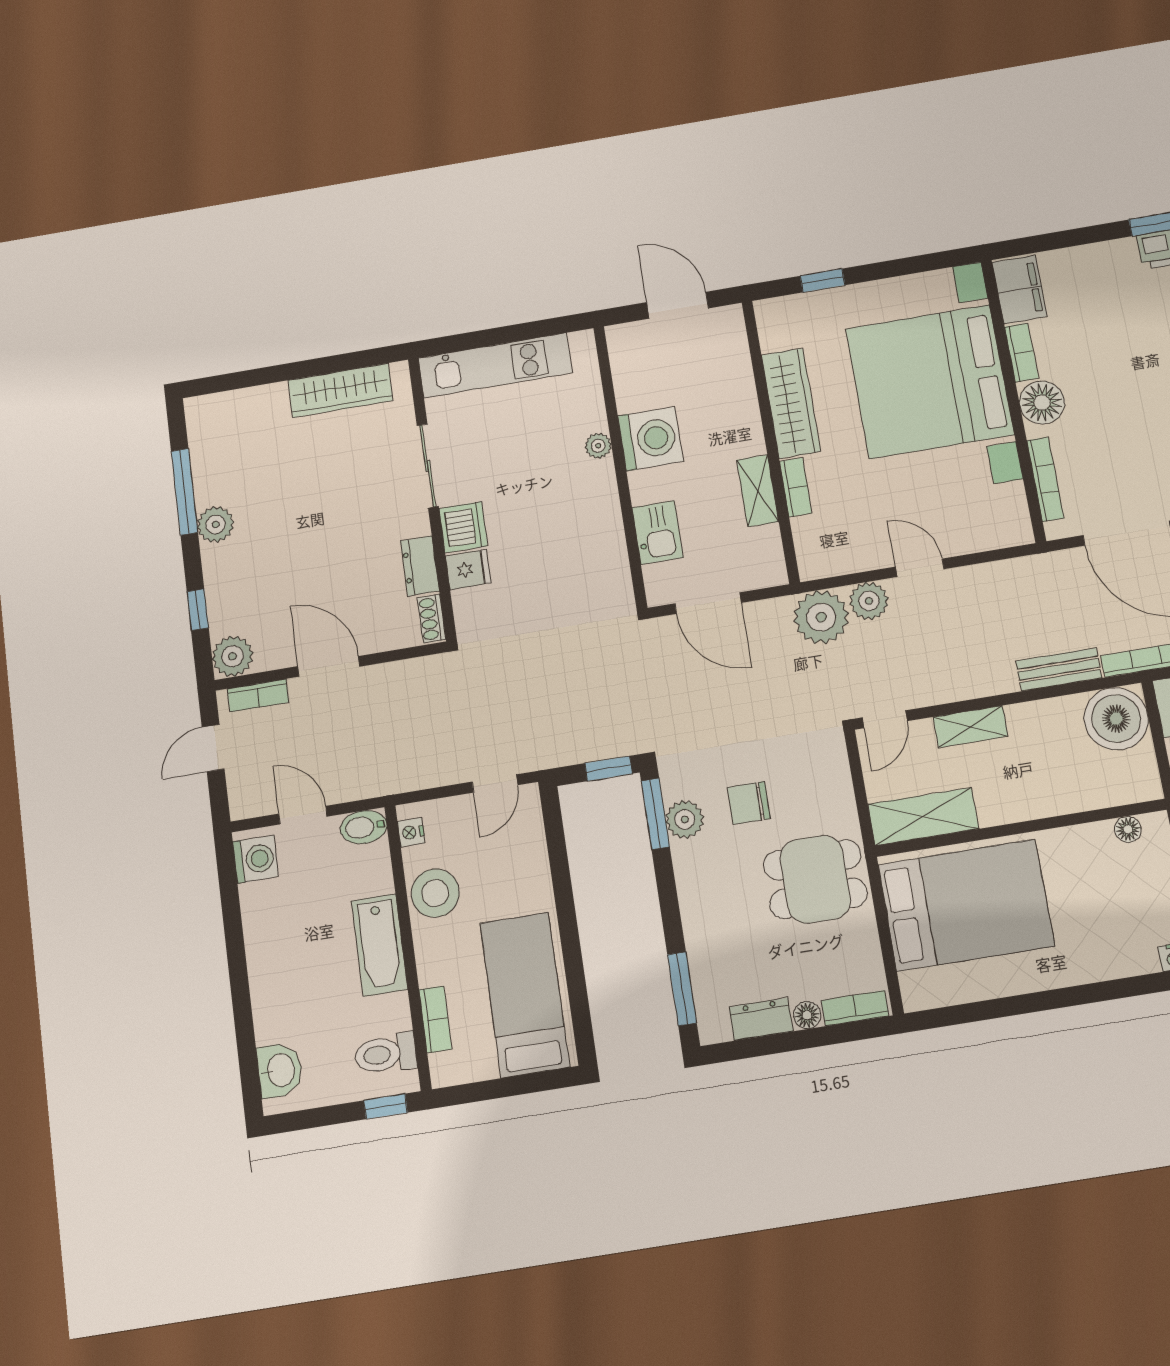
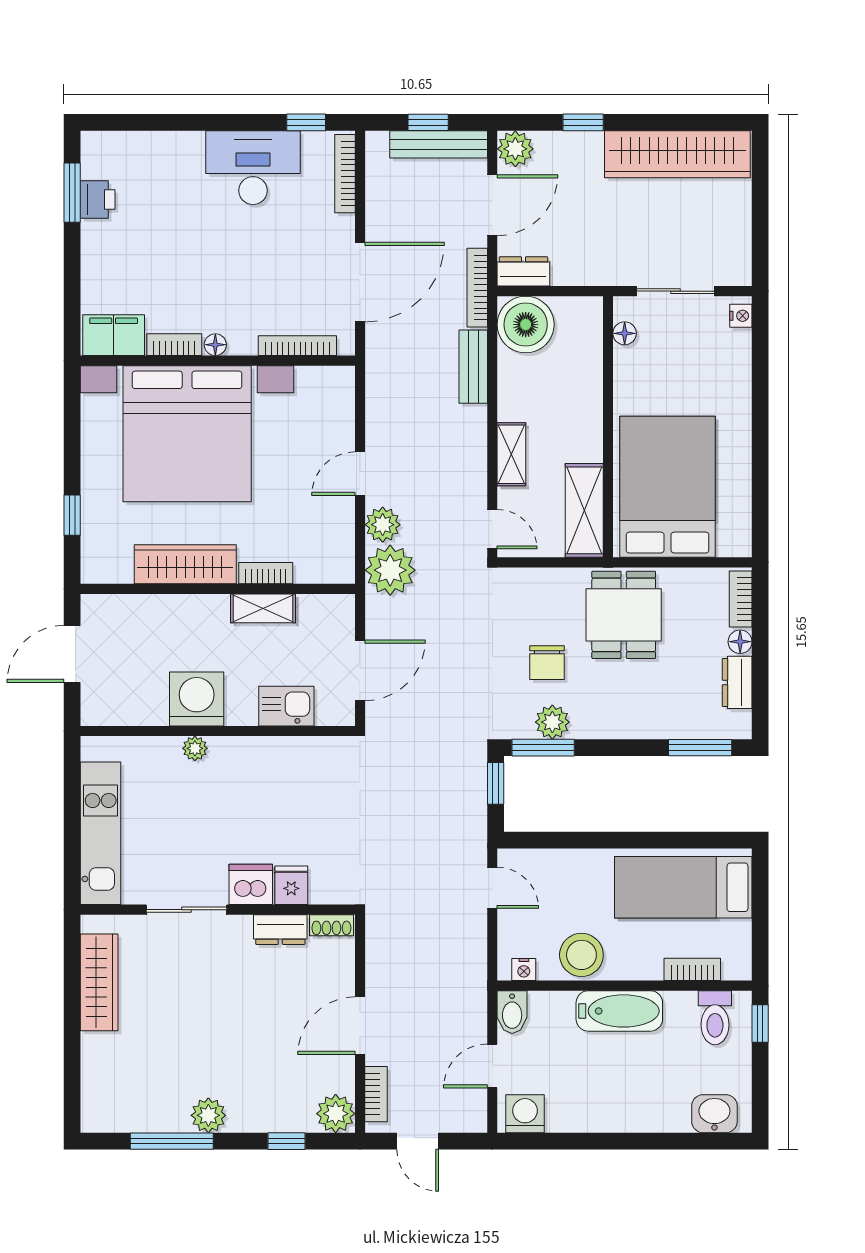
floor lamp: (1042, 402) -> (215, 345), width x0.53, depth x0.53

